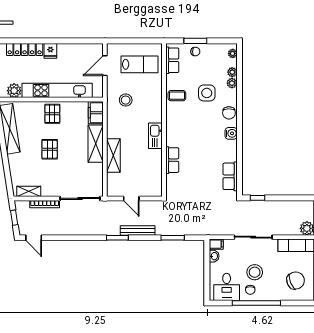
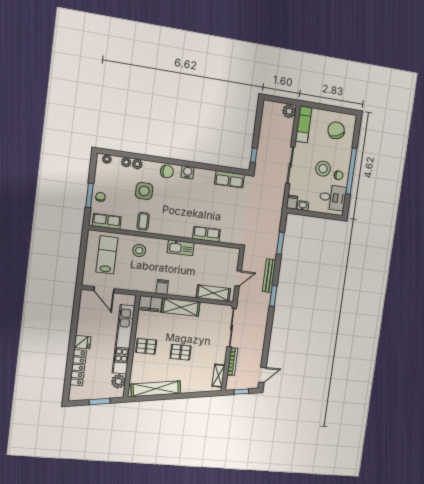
stool: (126, 100) -> (139, 250), moved
filing cabinet: (114, 122) -> (162, 287), added
shelving: (113, 156) -> (213, 293), moved

